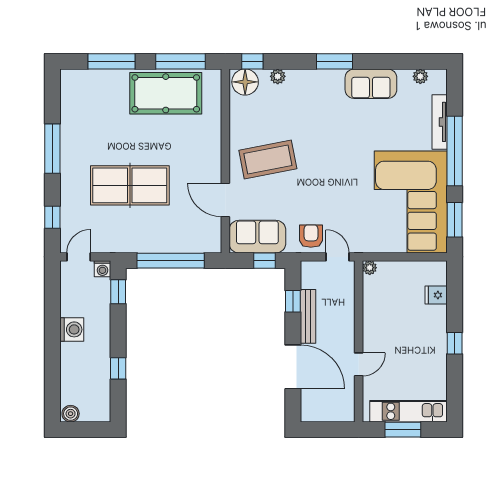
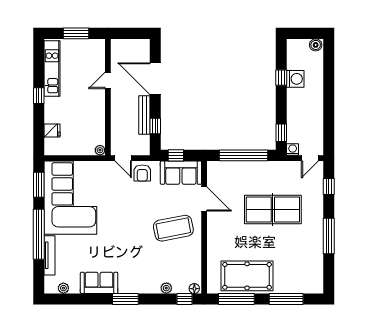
floor lamp: (245, 82) -> (194, 289), width x0.53, depth x0.53
washing machine: (72, 329) -> (295, 79), moved, turned 180
kitchen unit: (408, 411) -> (52, 68), moved, turned -90

